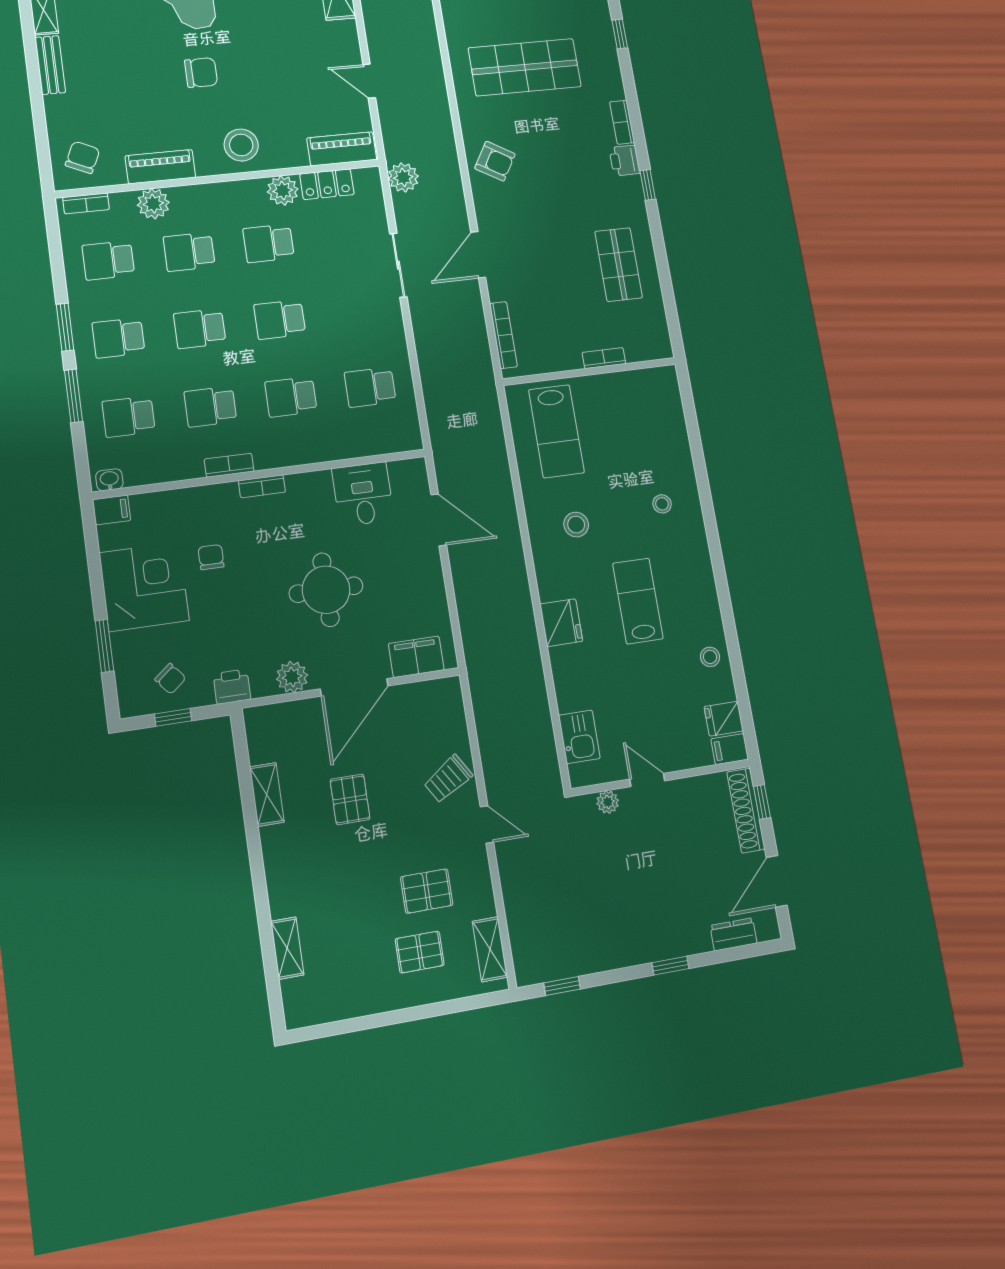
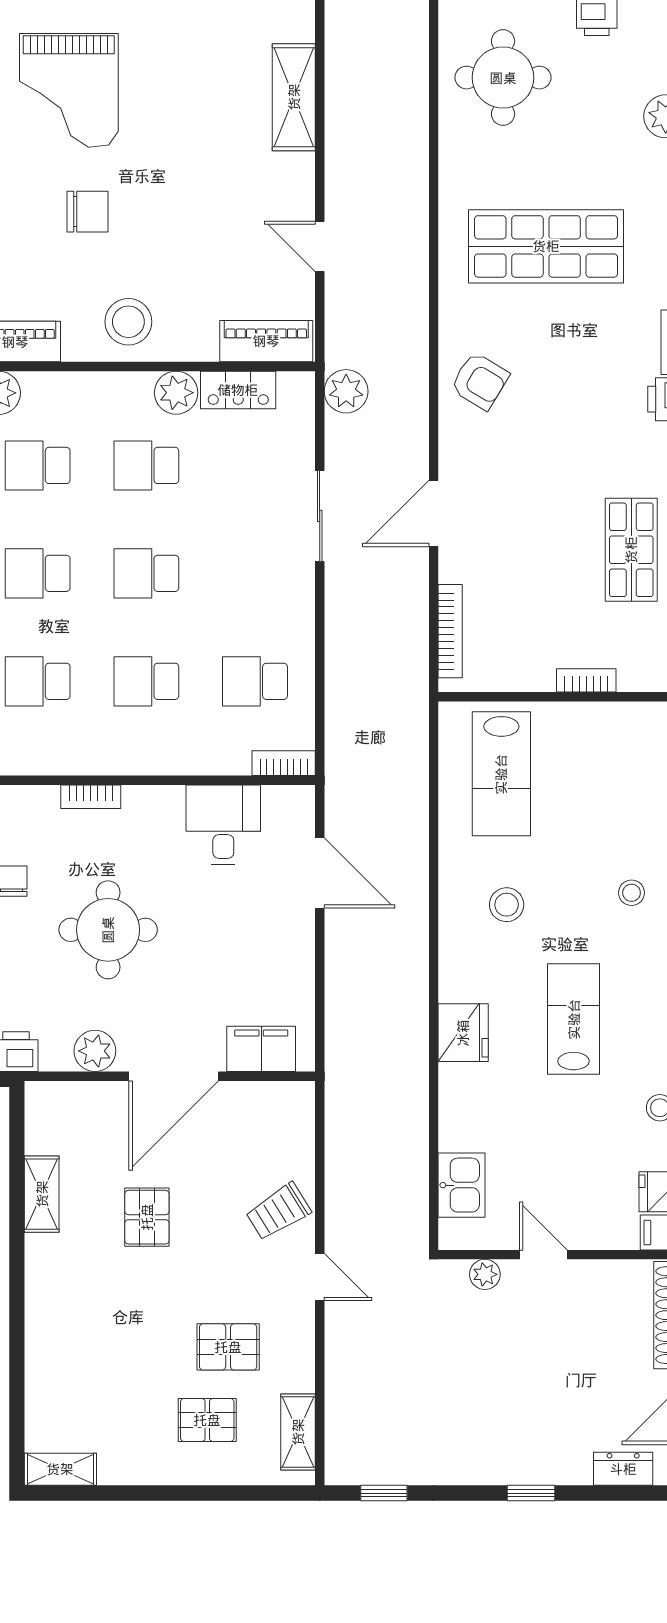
bookcase: (229, 465) -> (284, 763), moved
round table: (326, 590) -> (108, 930), moved
shelving: (287, 948) -> (60, 1469), moved, turned 90

